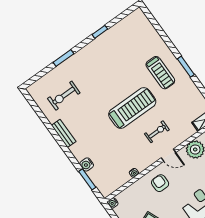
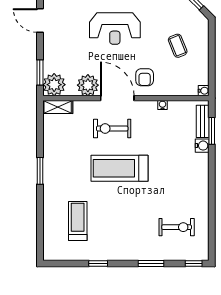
treadmill: (160, 73) -> (78, 221), moved
window: (34, 79) -> (194, 263), added
exercise bike: (157, 132) -> (112, 129), width x1.38, depth x1.39
bench: (64, 133) -> (203, 121), moved
door: (169, 155) -> (117, 98), width x1.87

